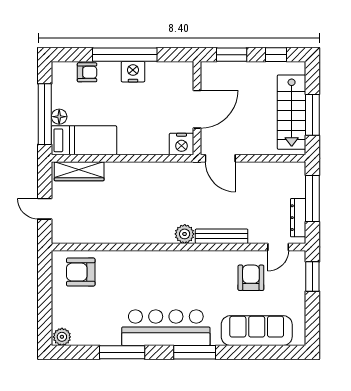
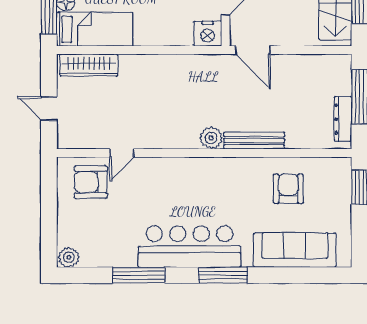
door: (278, 247) -> (122, 153), moved

